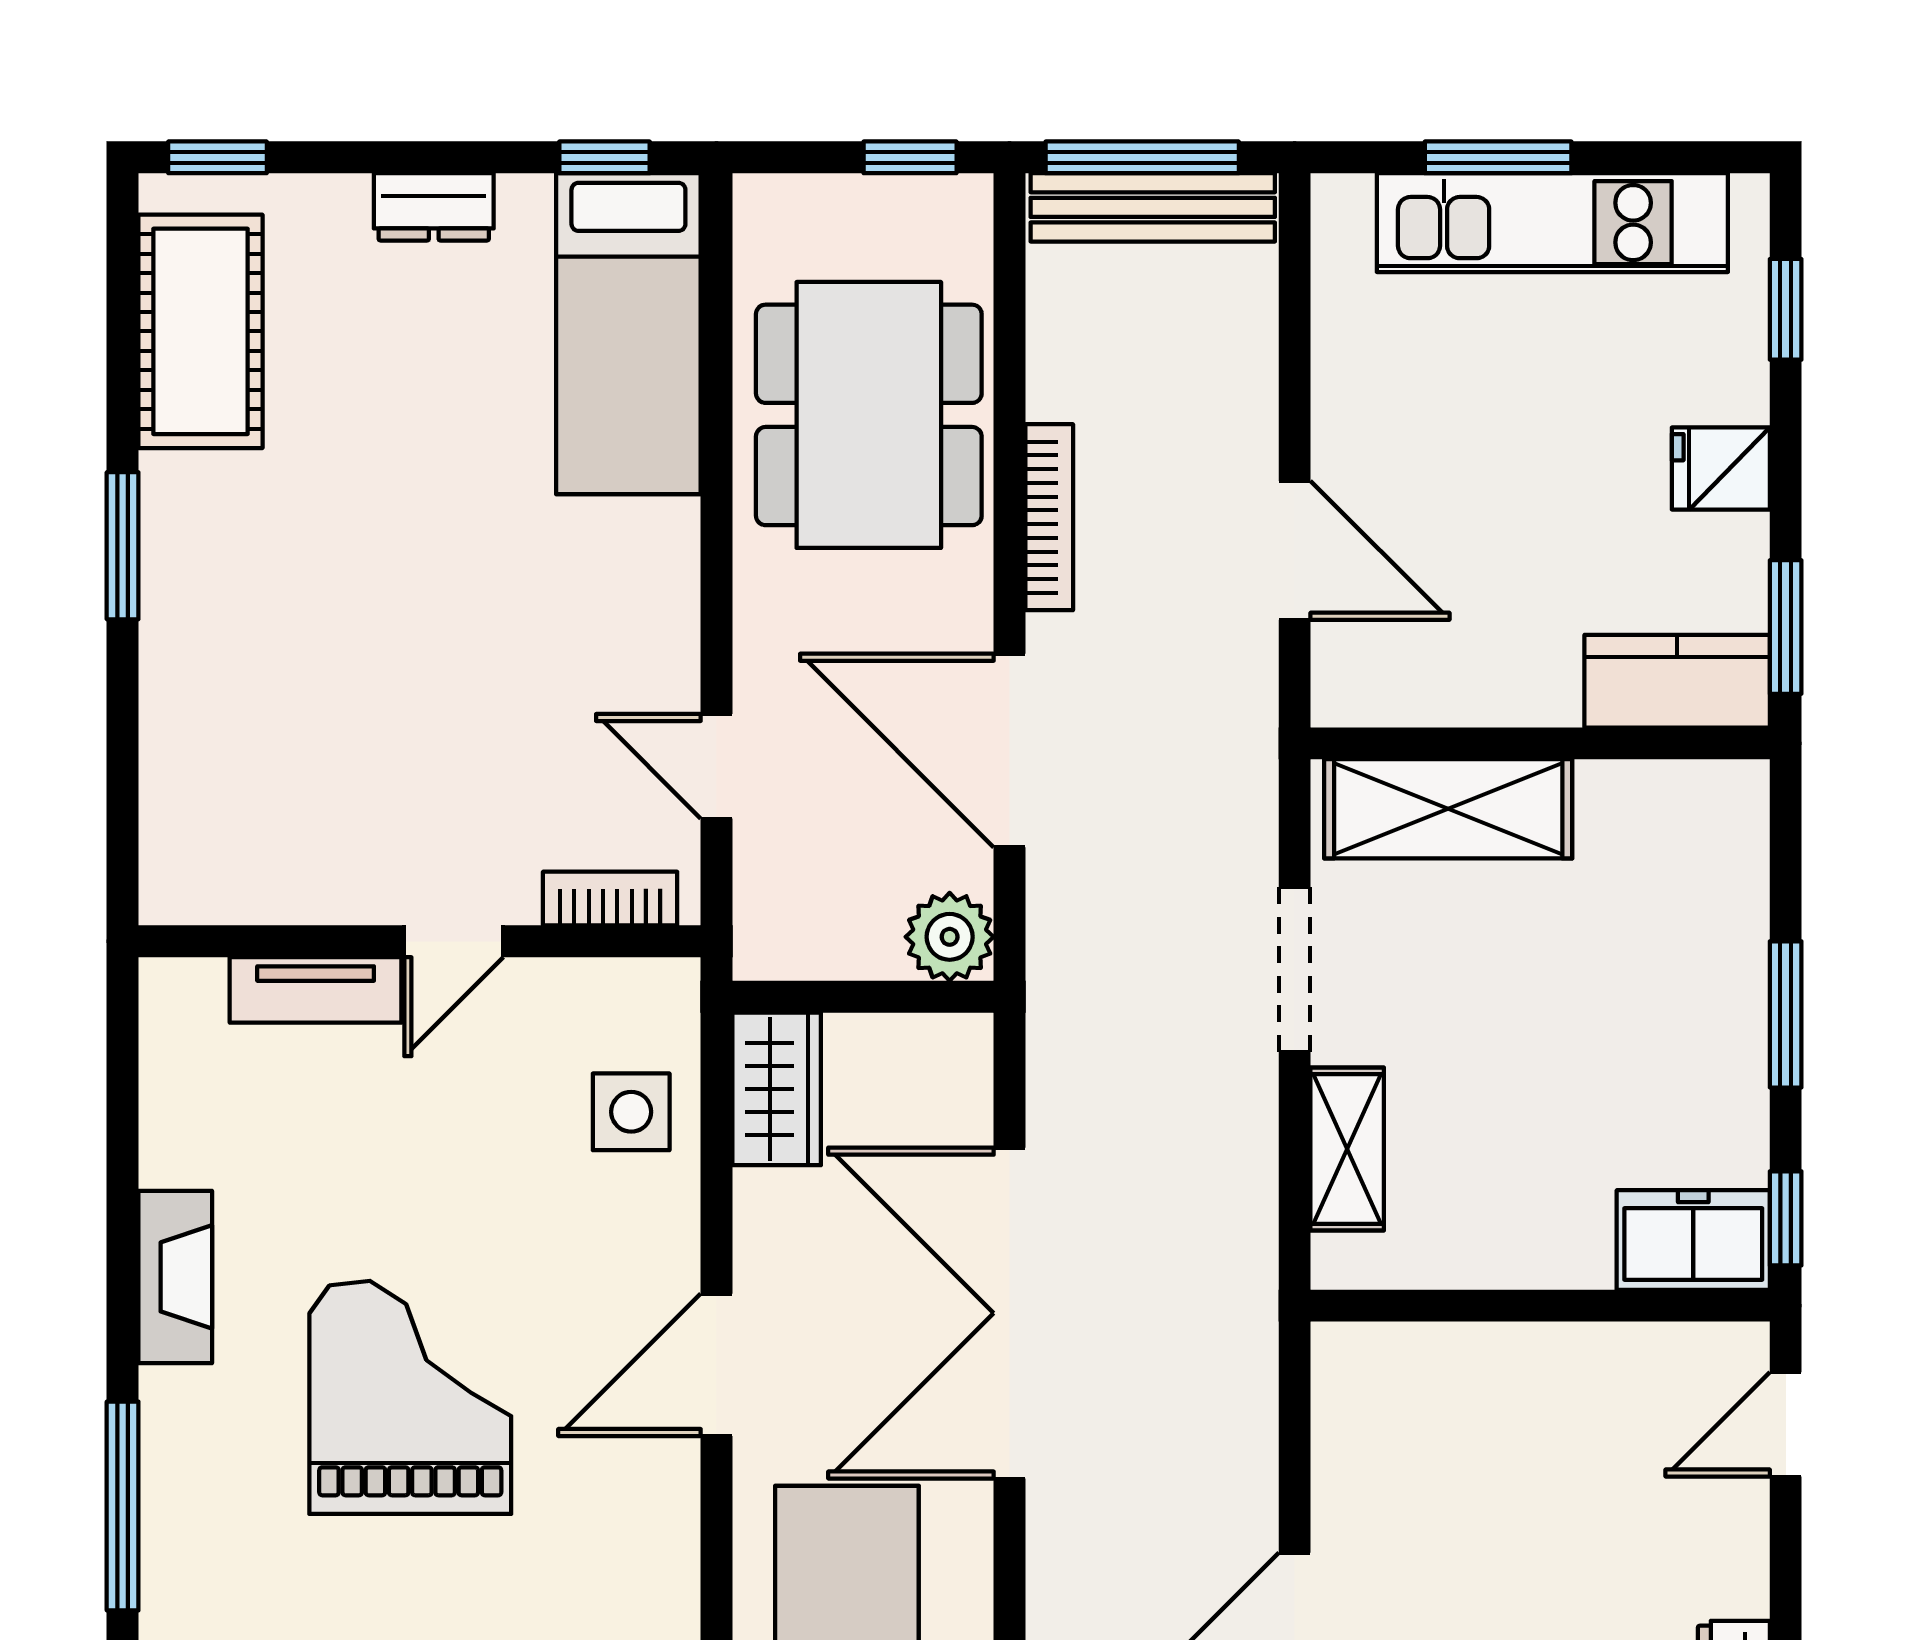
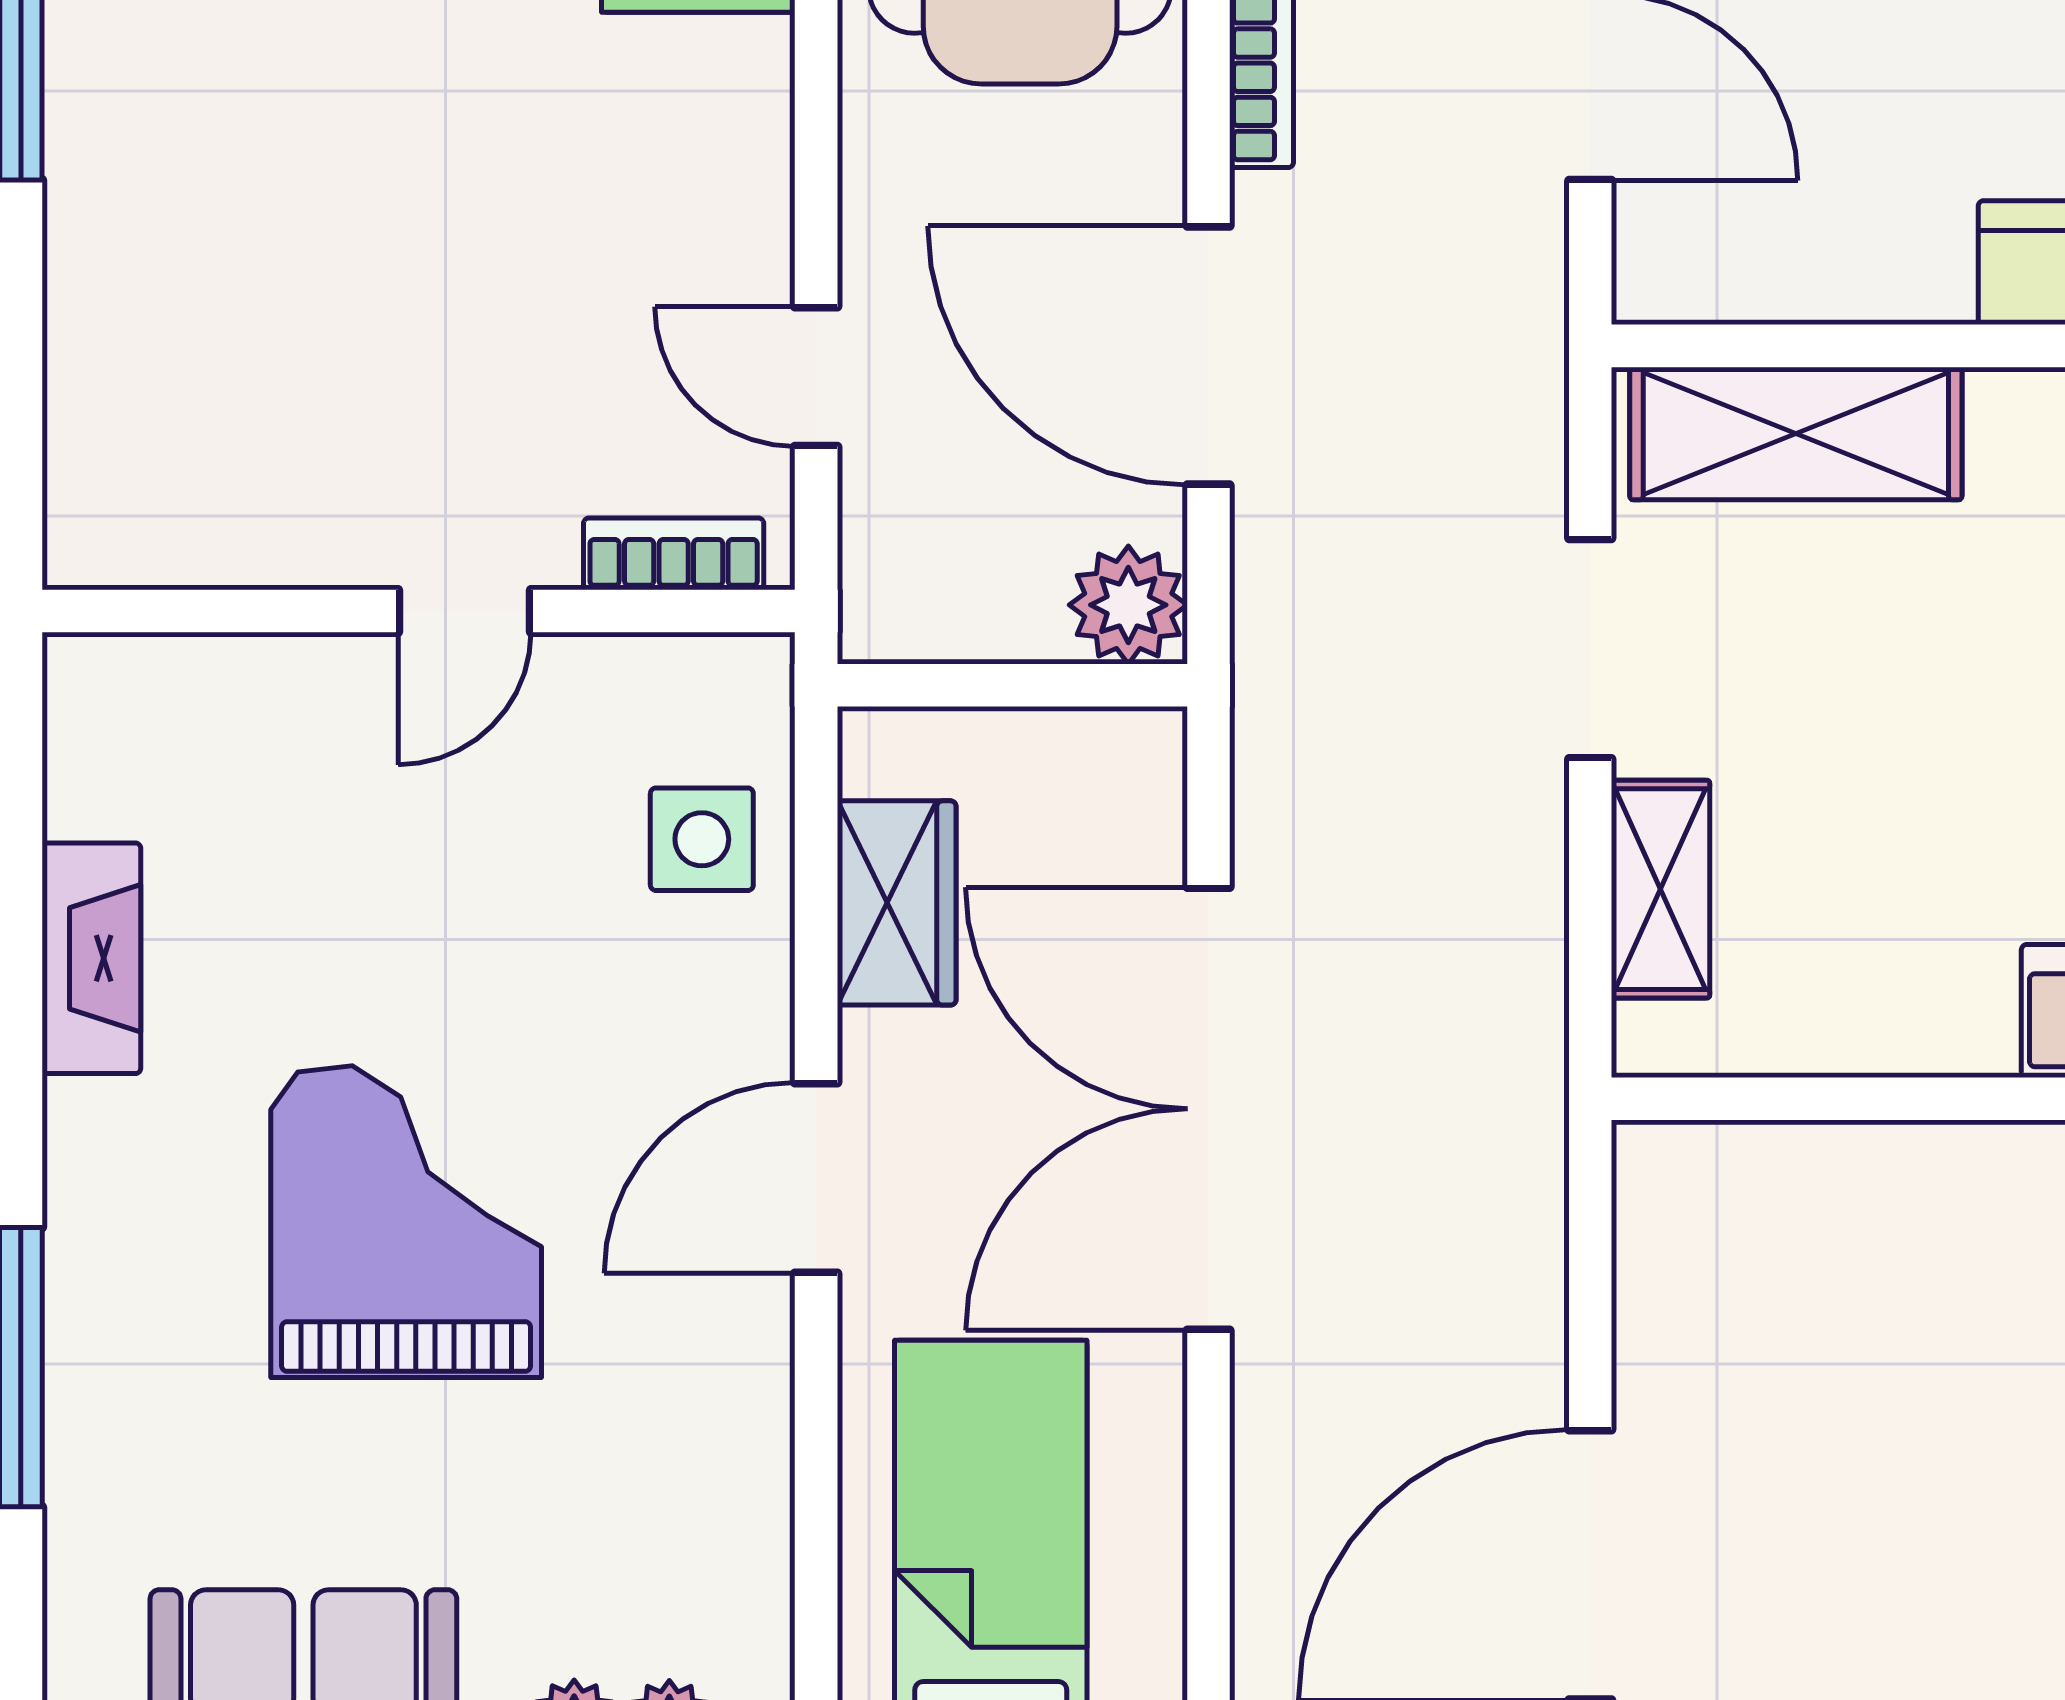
tv unit: (316, 990) -> (279, 676), removed
wardrobe: (777, 1089) -> (897, 903), moved
fireplace: (175, 1277) -> (91, 958), moved

